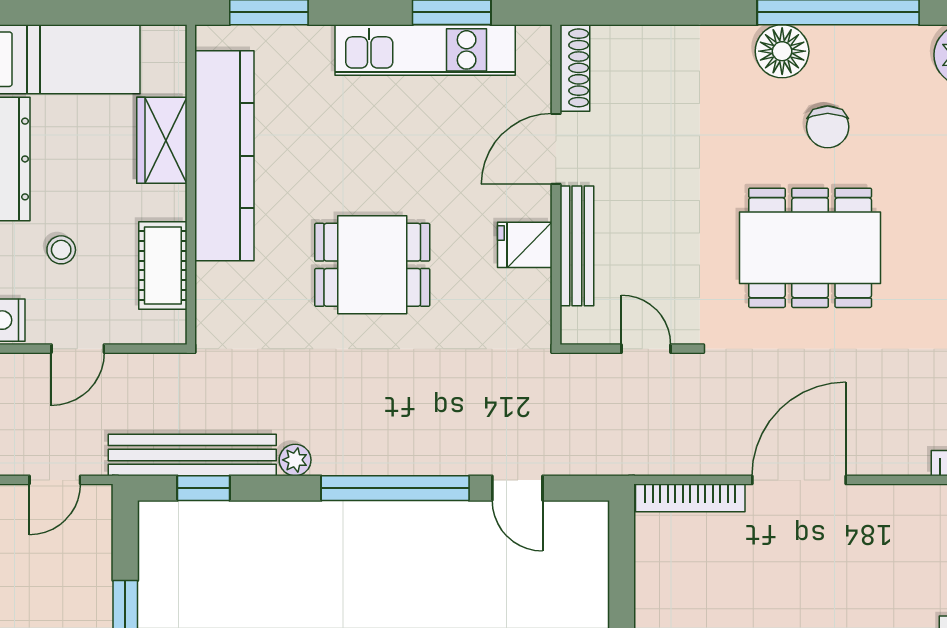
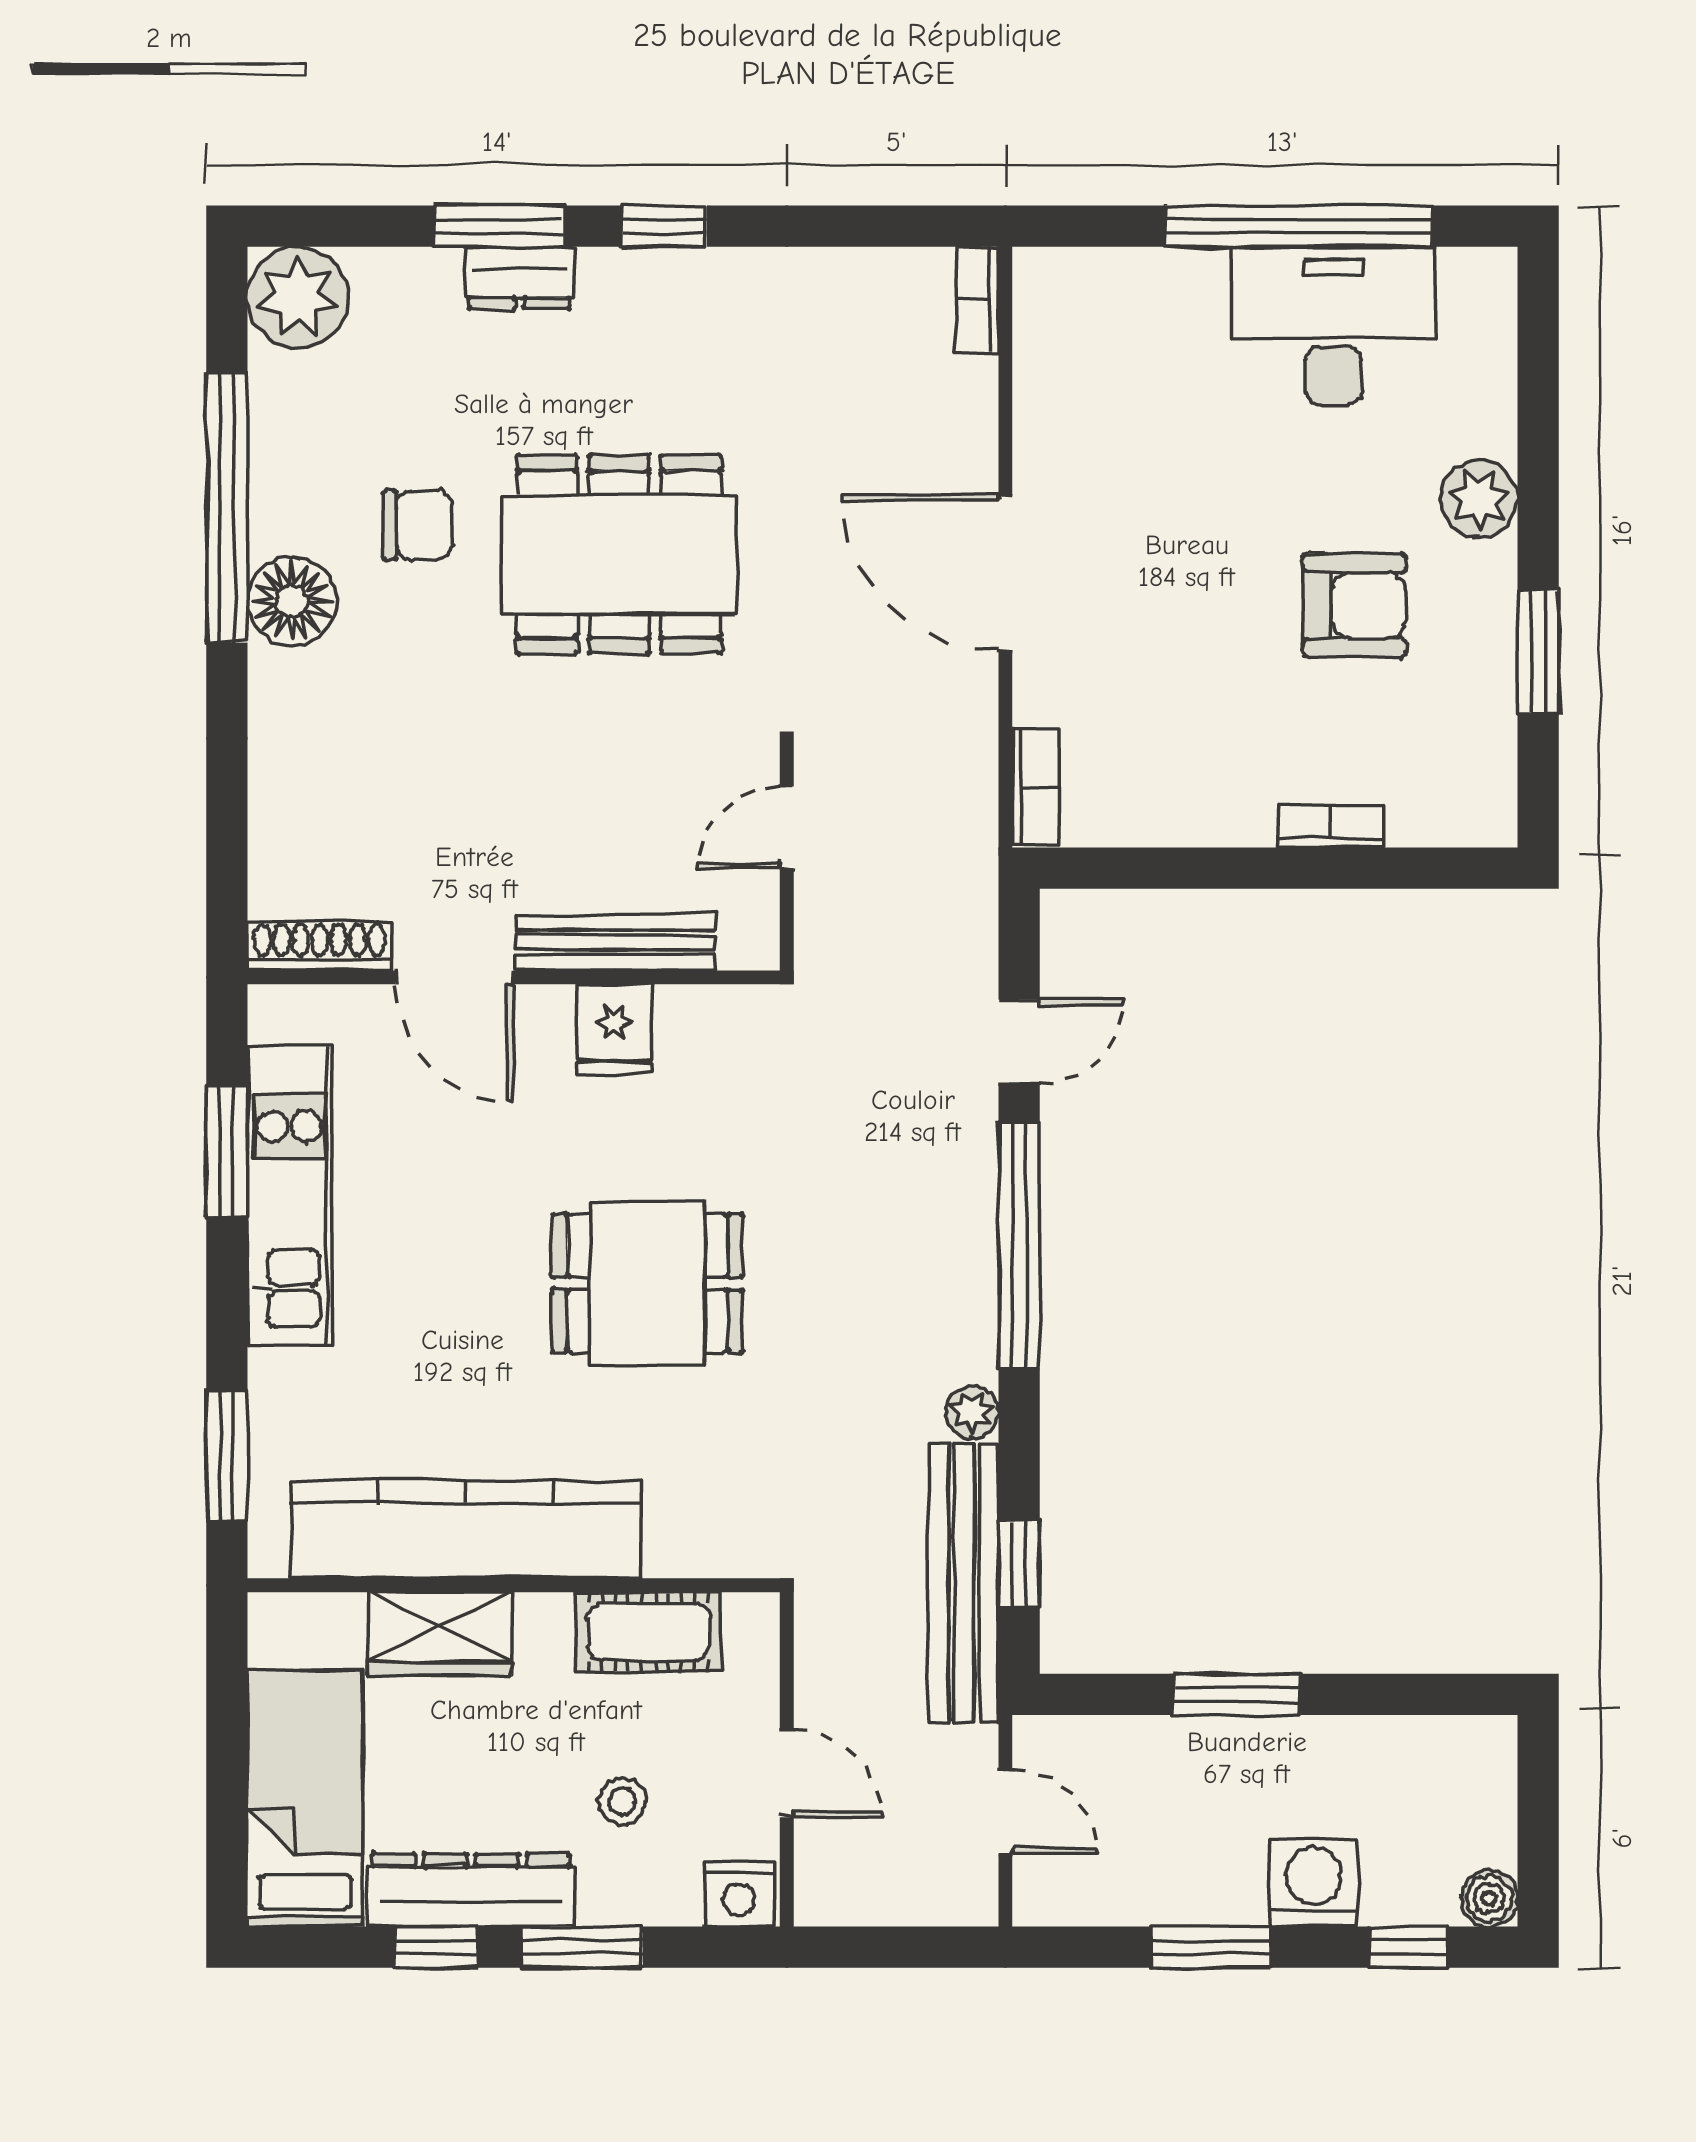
dining table: (810, 248) -> (619, 554), turned 90
dining table: (372, 265) -> (647, 1283), turned 90
bookcase: (690, 498) -> (1035, 787), width x0.64

